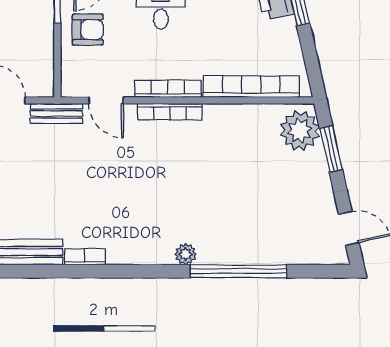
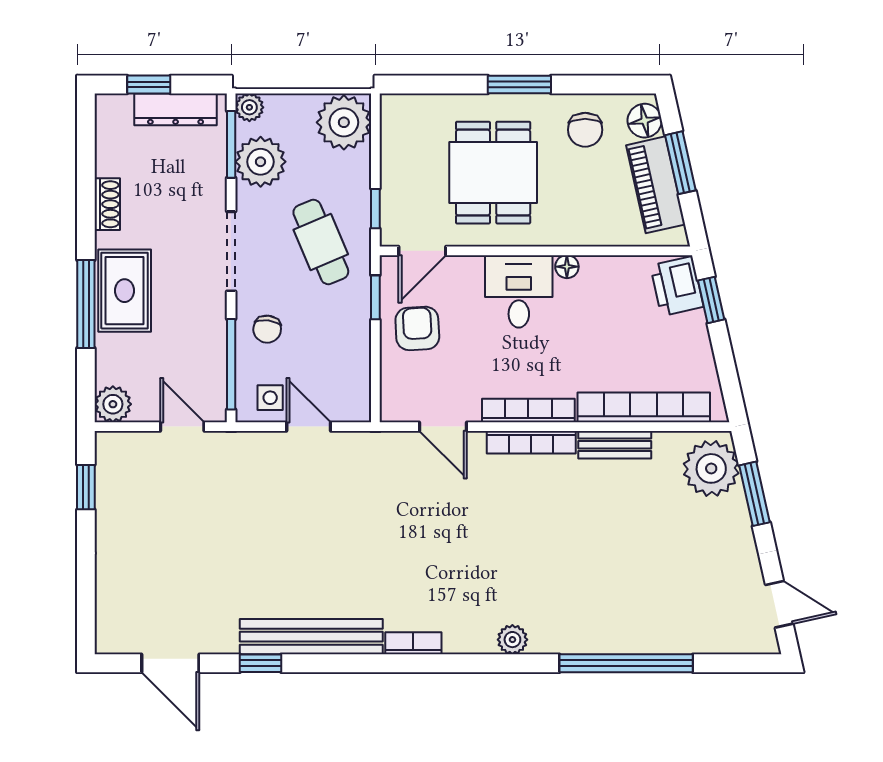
armchair: (88, 30) -> (417, 328), turned -93
bench: (56, 113) -> (615, 445), moved
plant: (186, 254) -> (512, 640), moved

